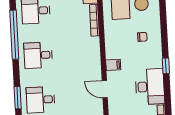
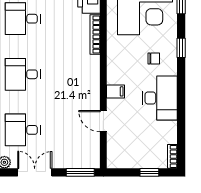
window: (166, 66) -> (181, 48), moved
desk: (150, 87) -> (160, 98), moved

